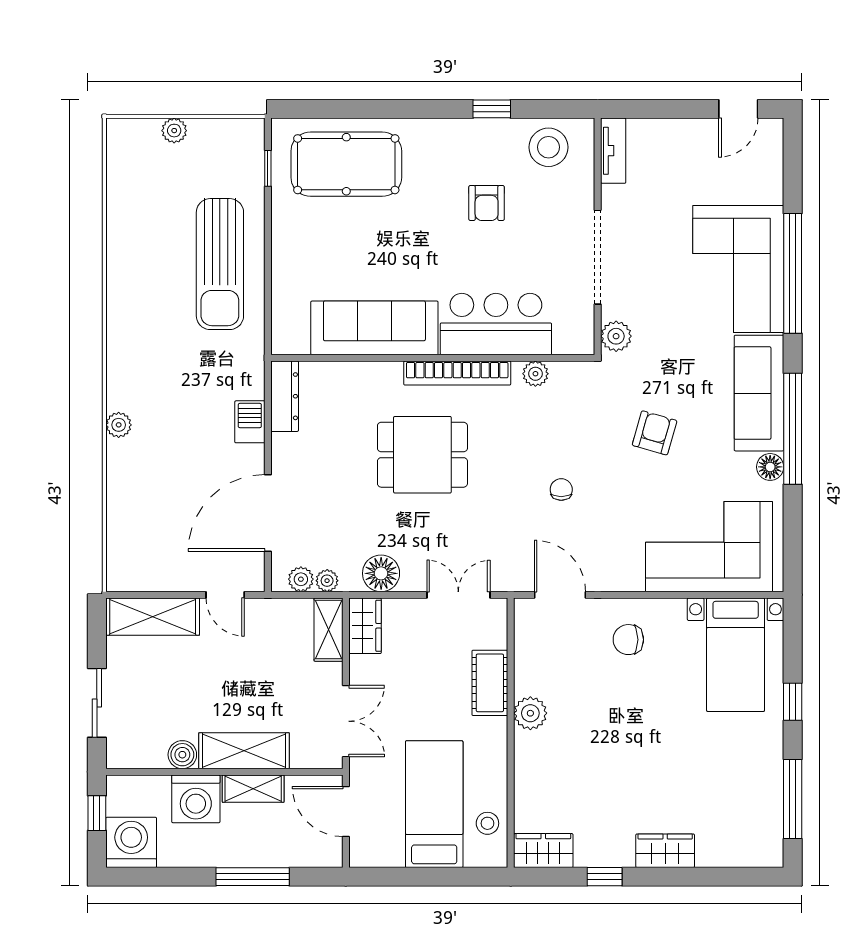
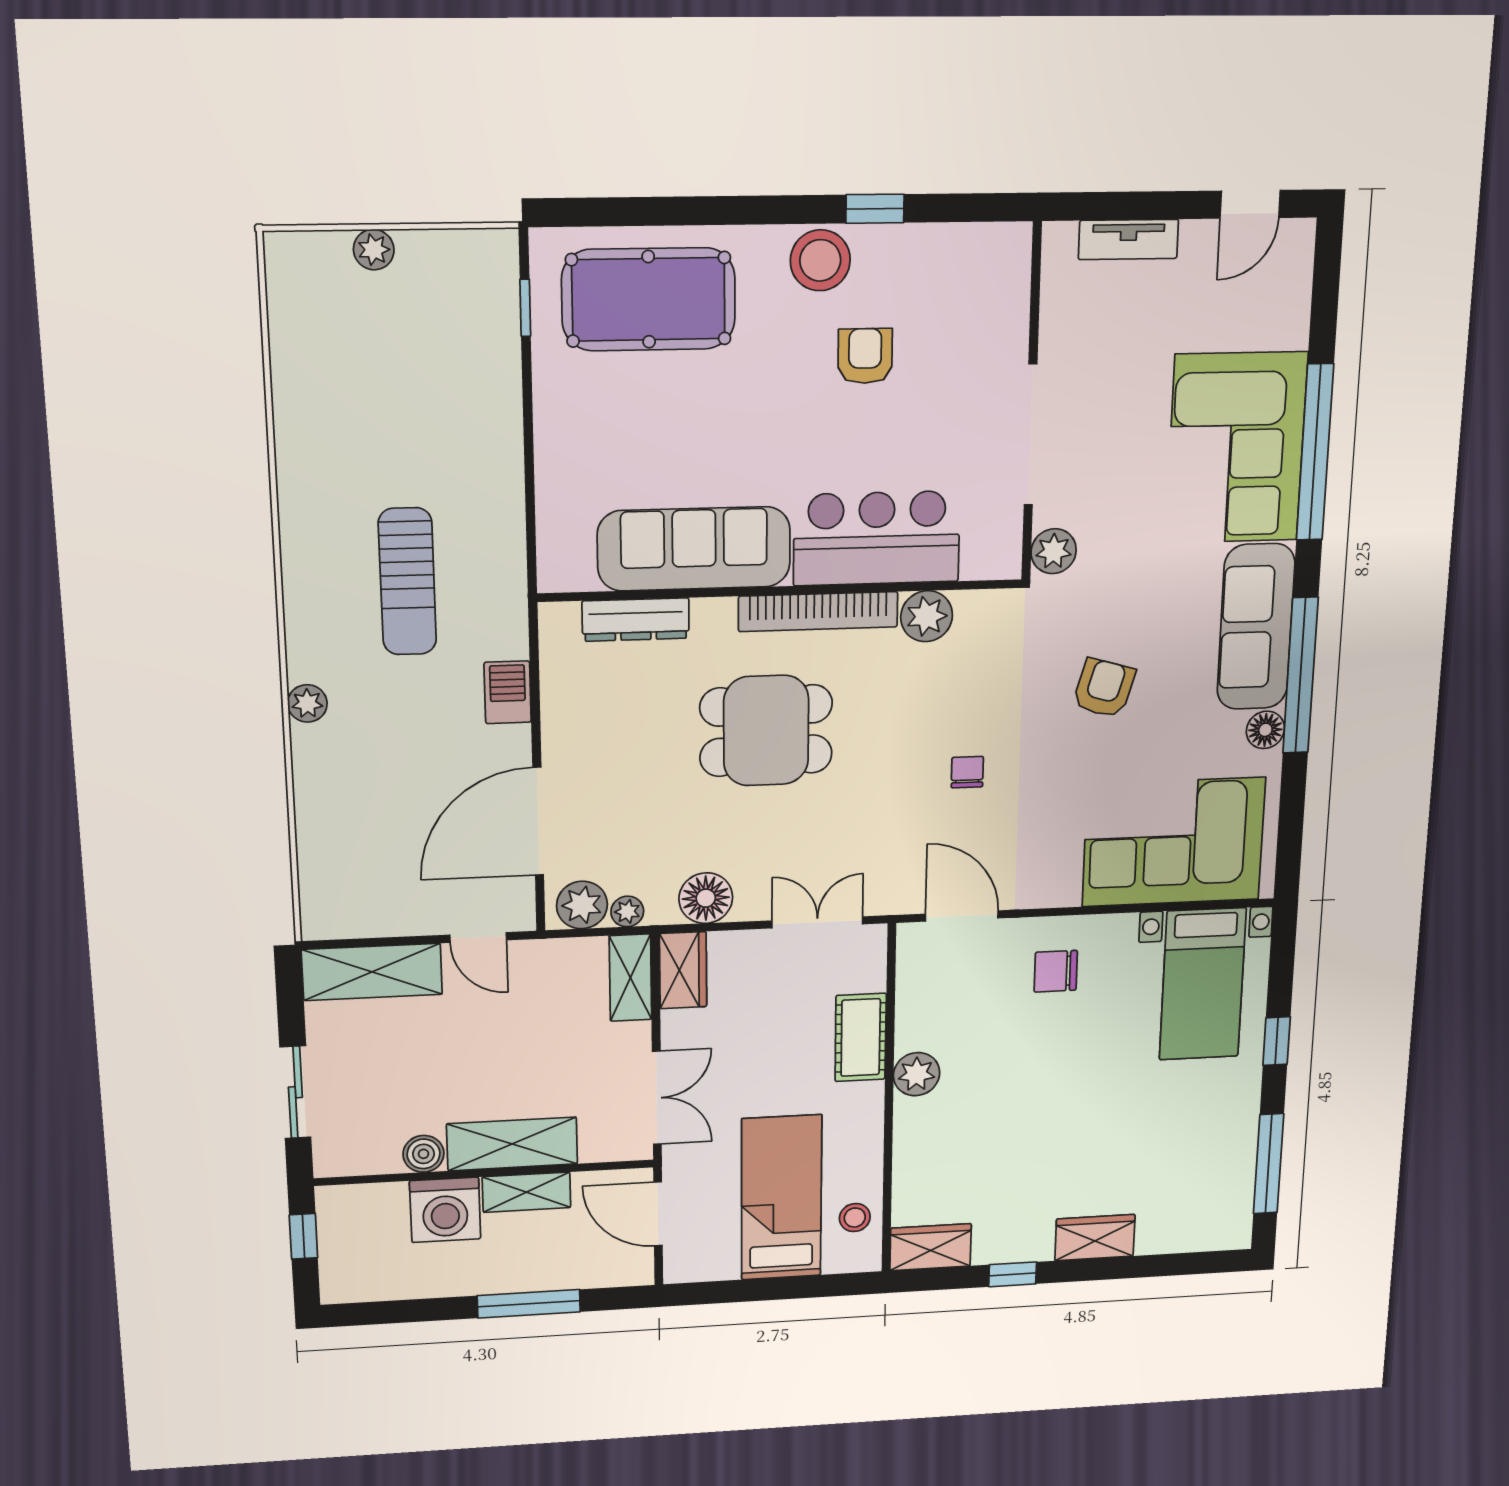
stool: (548, 147) -> (820, 260), moved
tv unit: (613, 151) -> (1128, 239), moved, turned 90
armchair: (487, 203) -> (865, 356), turned 180
sun lounger: (220, 264) -> (407, 582), moved, width x0.73, depth x0.75
plant: (535, 374) -> (927, 616), width x1.38, depth x1.38
dresser: (285, 396) -> (636, 620), moved, turned 90
plant: (301, 579) -> (582, 905), width x1.38, depth x1.38
washing machine: (131, 842) -> (355, 1271), removed

